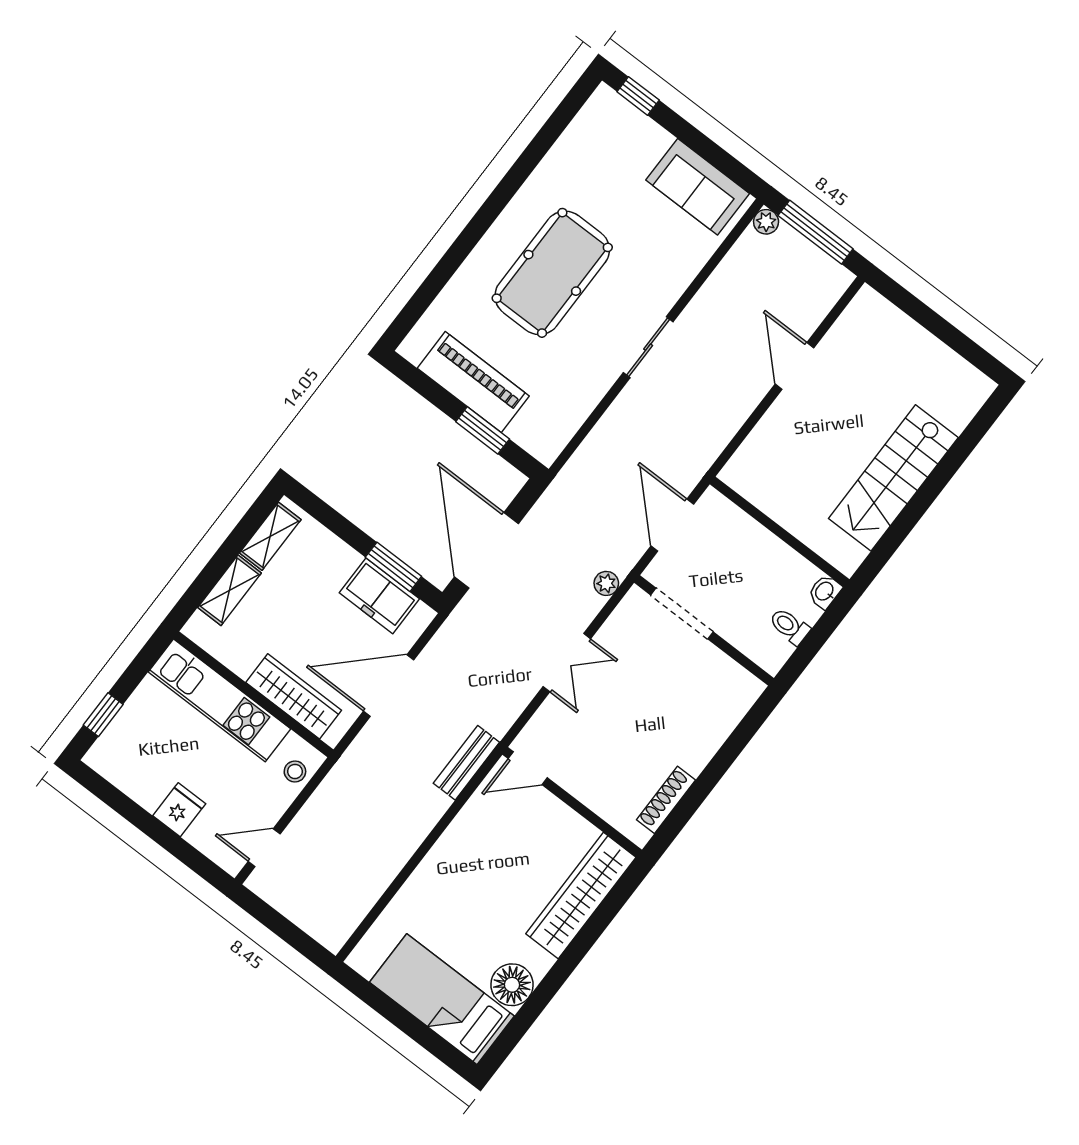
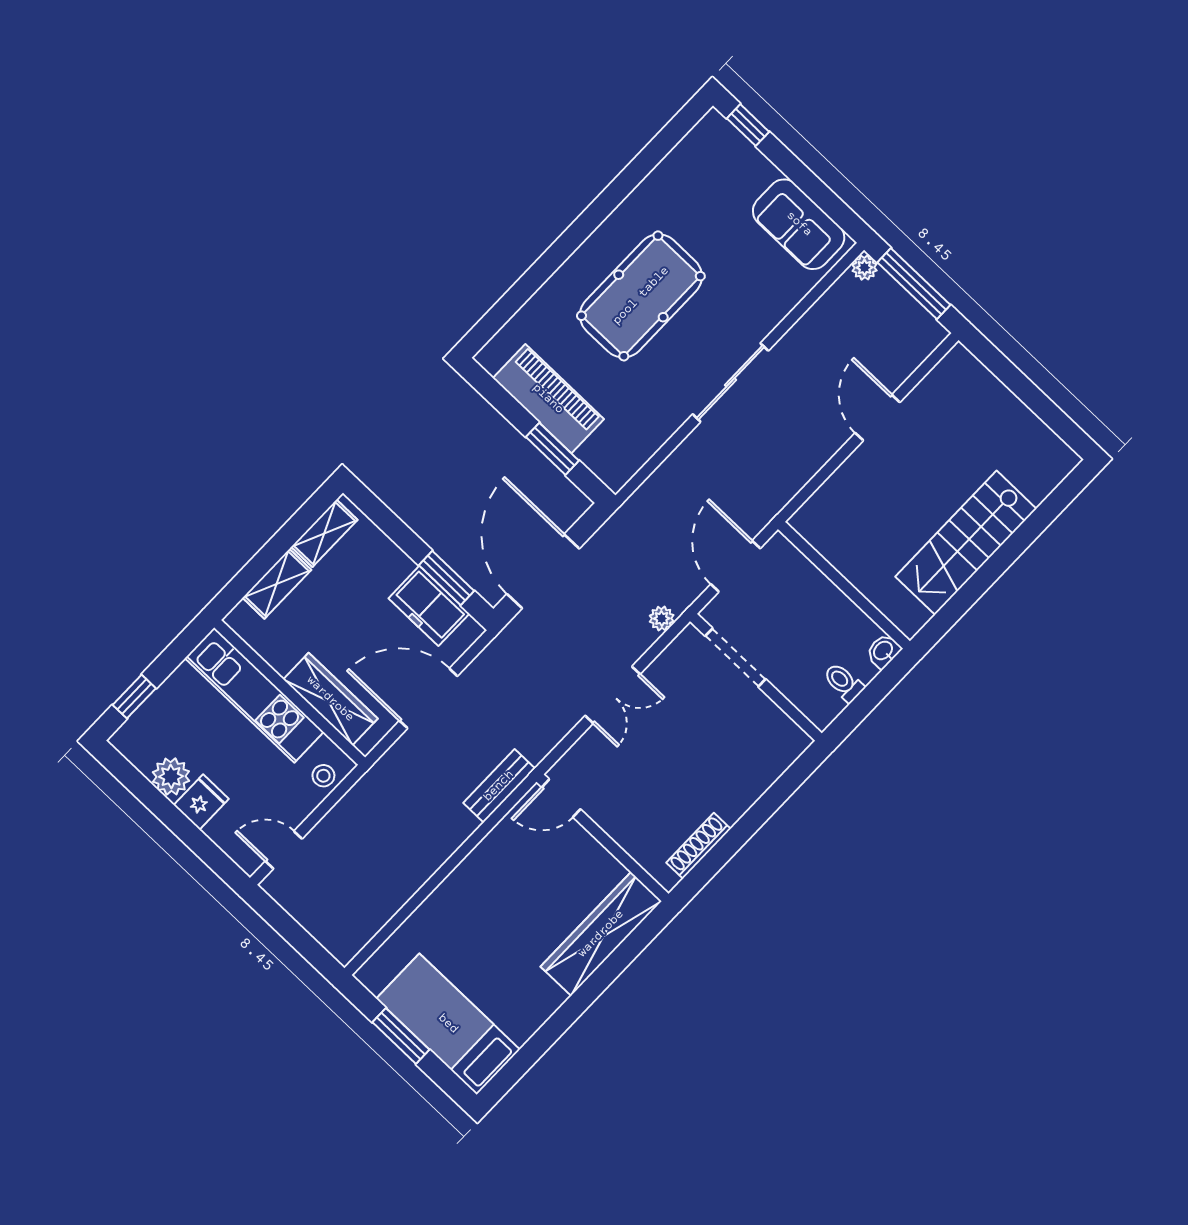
sliding door: (648, 347) -> (730, 382), width x1.37
plant: (147, 788) -> (171, 777), added
floor lamp: (512, 985) -> (521, 1017), removed
window: (397, 1016) -> (401, 1036), added

